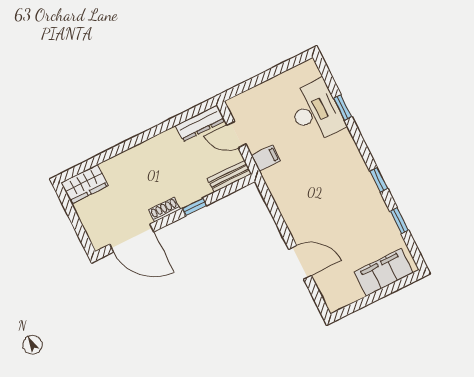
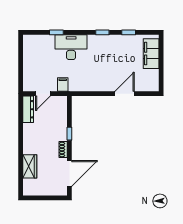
desk: (316, 111) -> (71, 47), moved
bench: (229, 176) -> (63, 108), removed
wardrobe: (84, 184) -> (30, 166), moved

